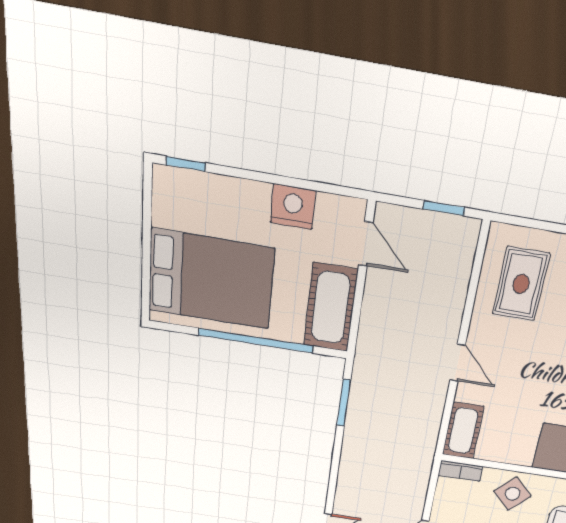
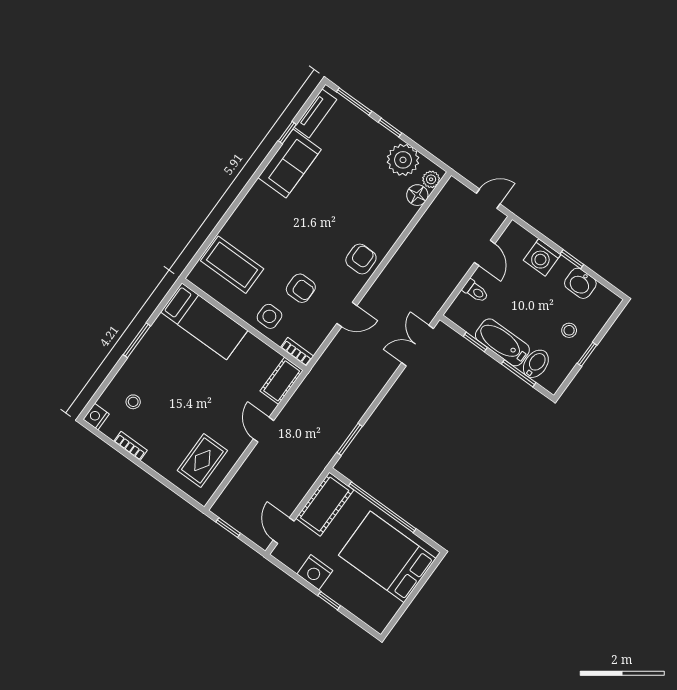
window: (186, 164) -> (329, 601), moved
side table: (512, 494) -> (269, 316), turned 45

